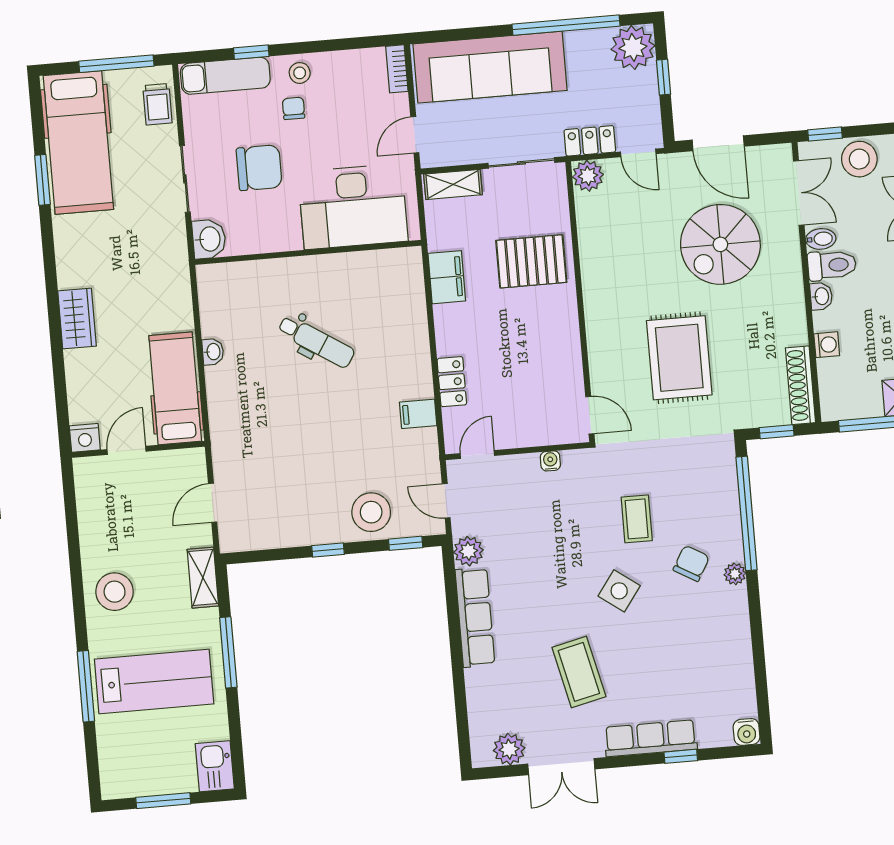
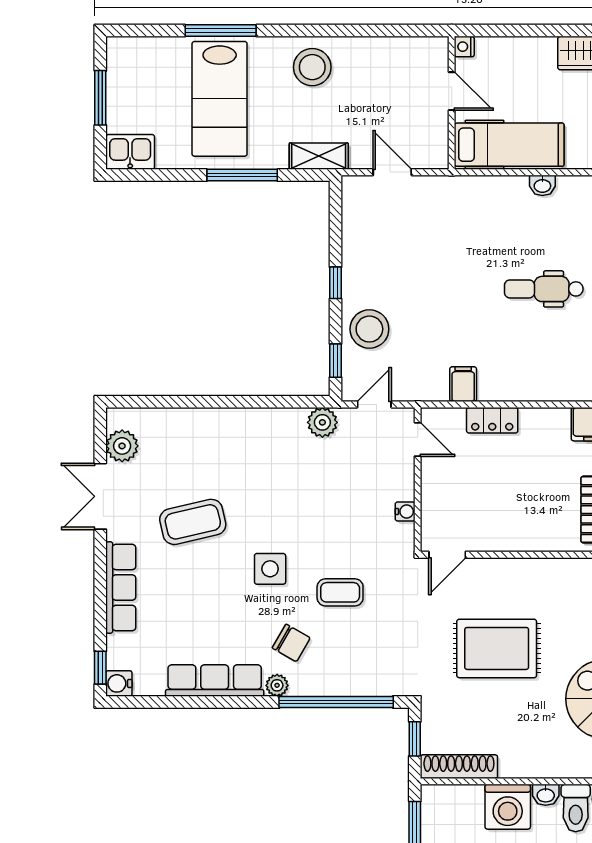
dental chair: (316, 341) -> (544, 289), turned 57
washing machine: (827, 345) -> (508, 807), width x1.89, depth x1.89
nightstand: (85, 438) -> (464, 47), width x0.72, depth x0.74
side table: (619, 591) -> (270, 569), turned -36
row of seats: (475, 617) -> (215, 680), moved, turned 180
window: (681, 756) -> (100, 668), moved

